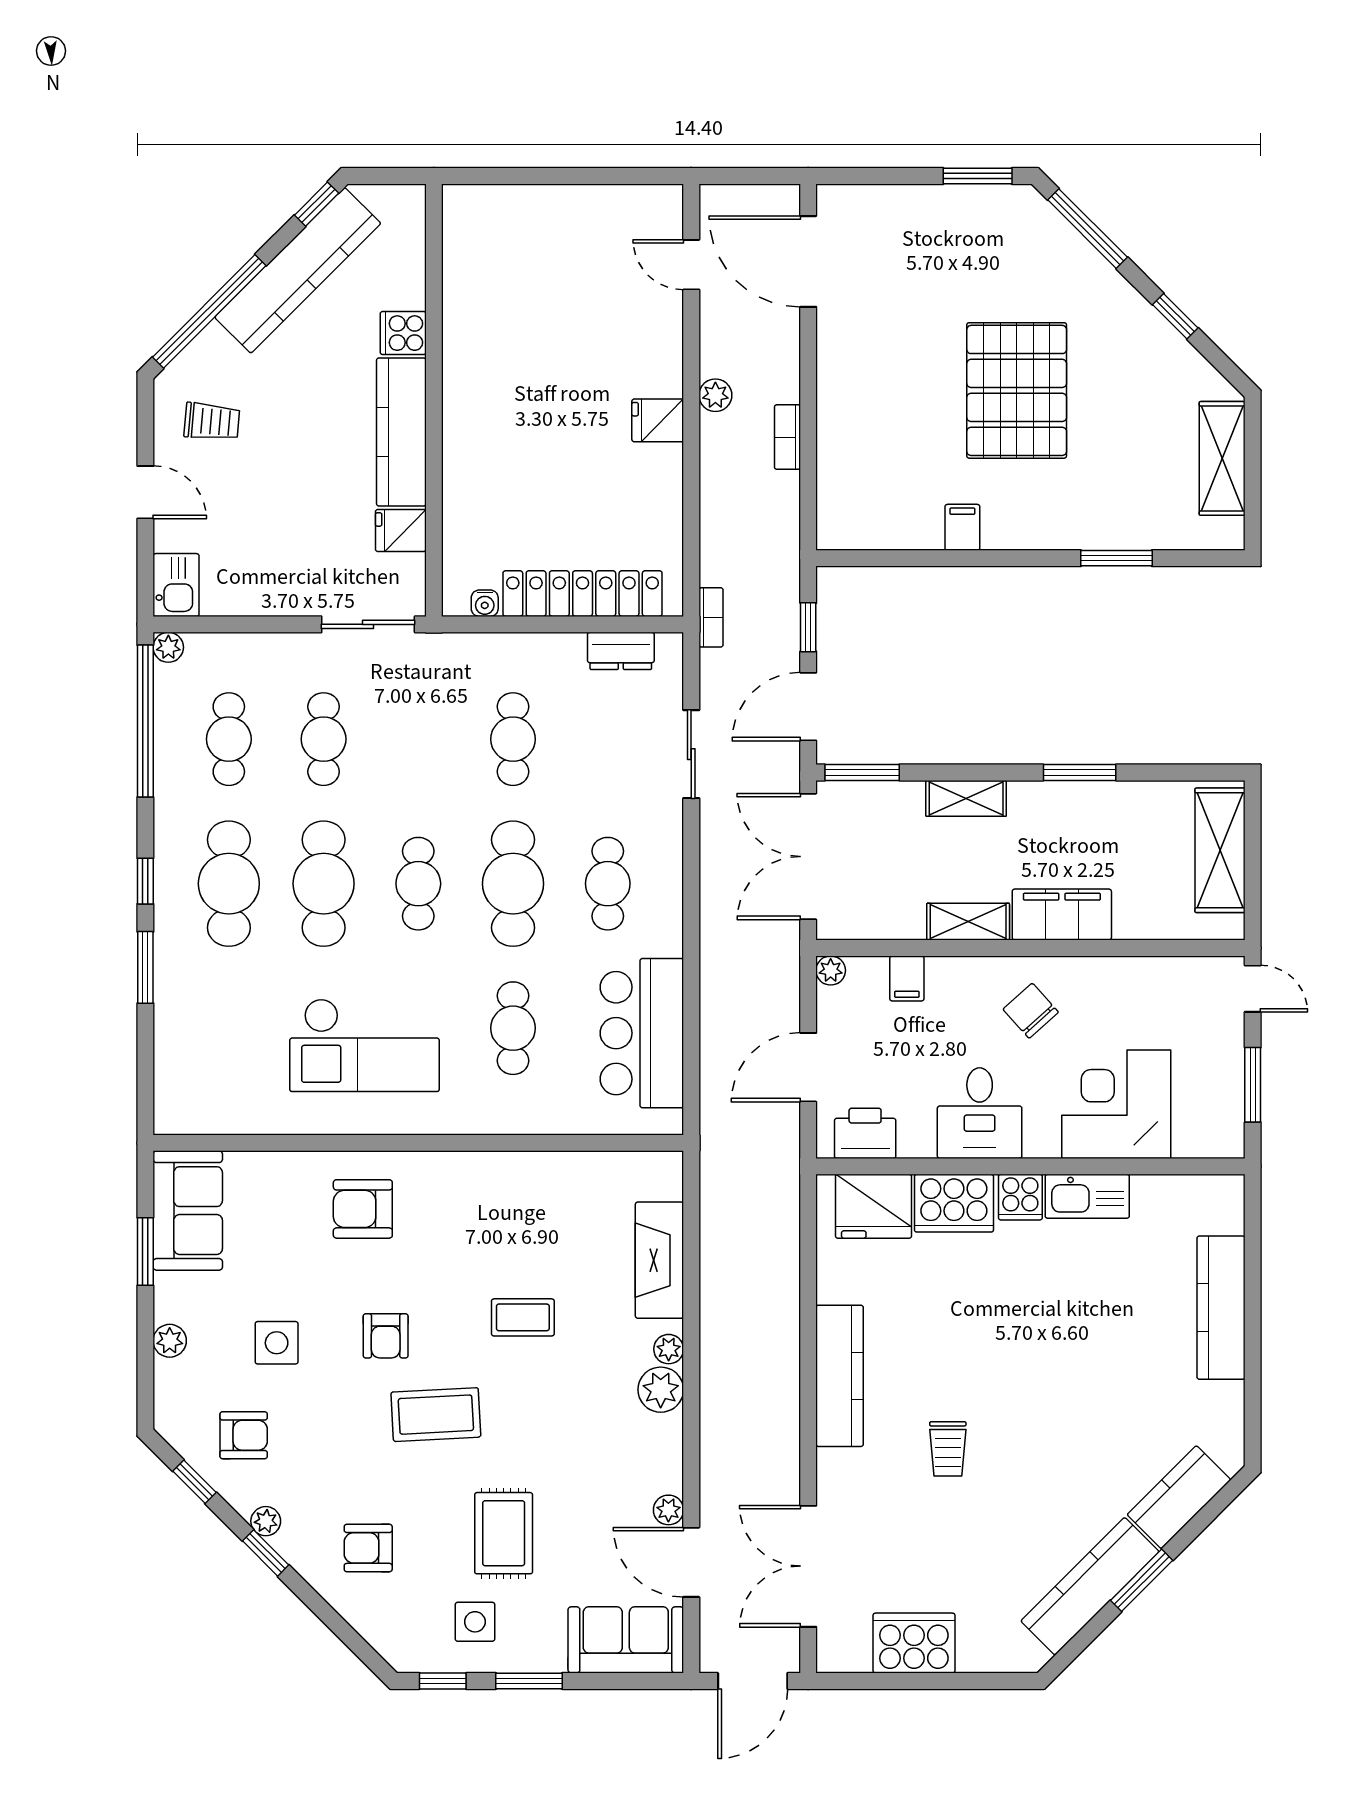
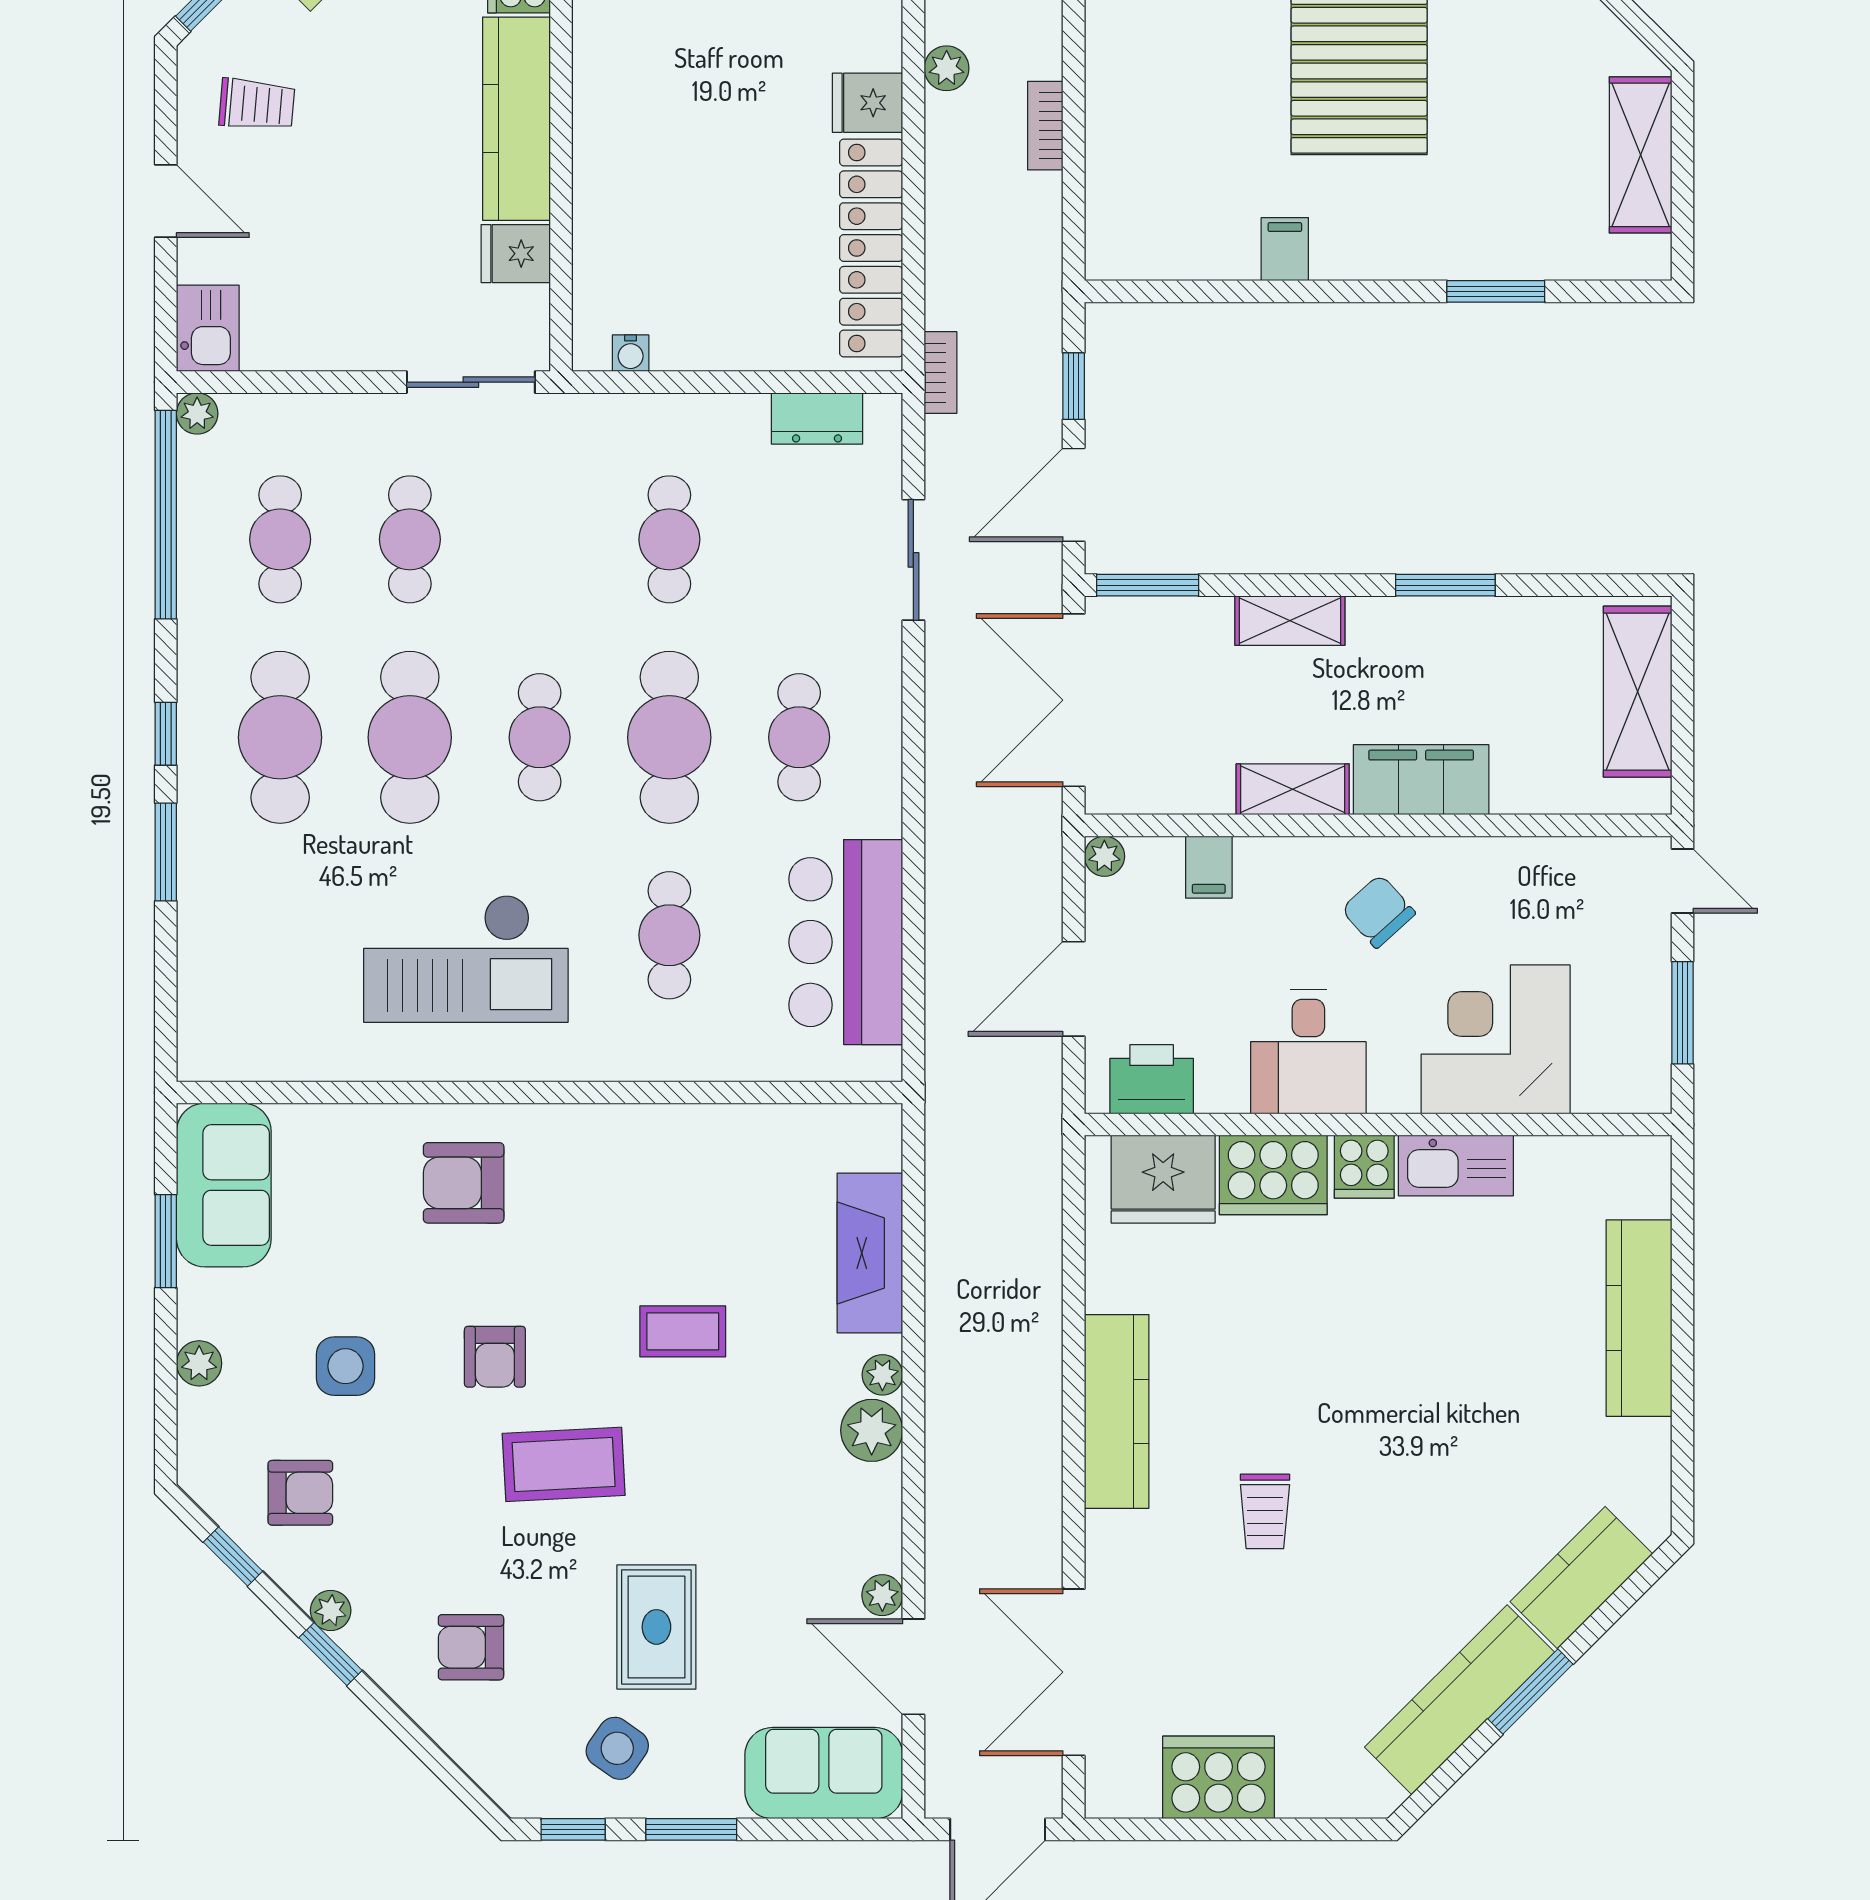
locker: (583, 594) -> (871, 248), moved, turned -90
side table: (475, 1622) -> (617, 1748), turned 35

